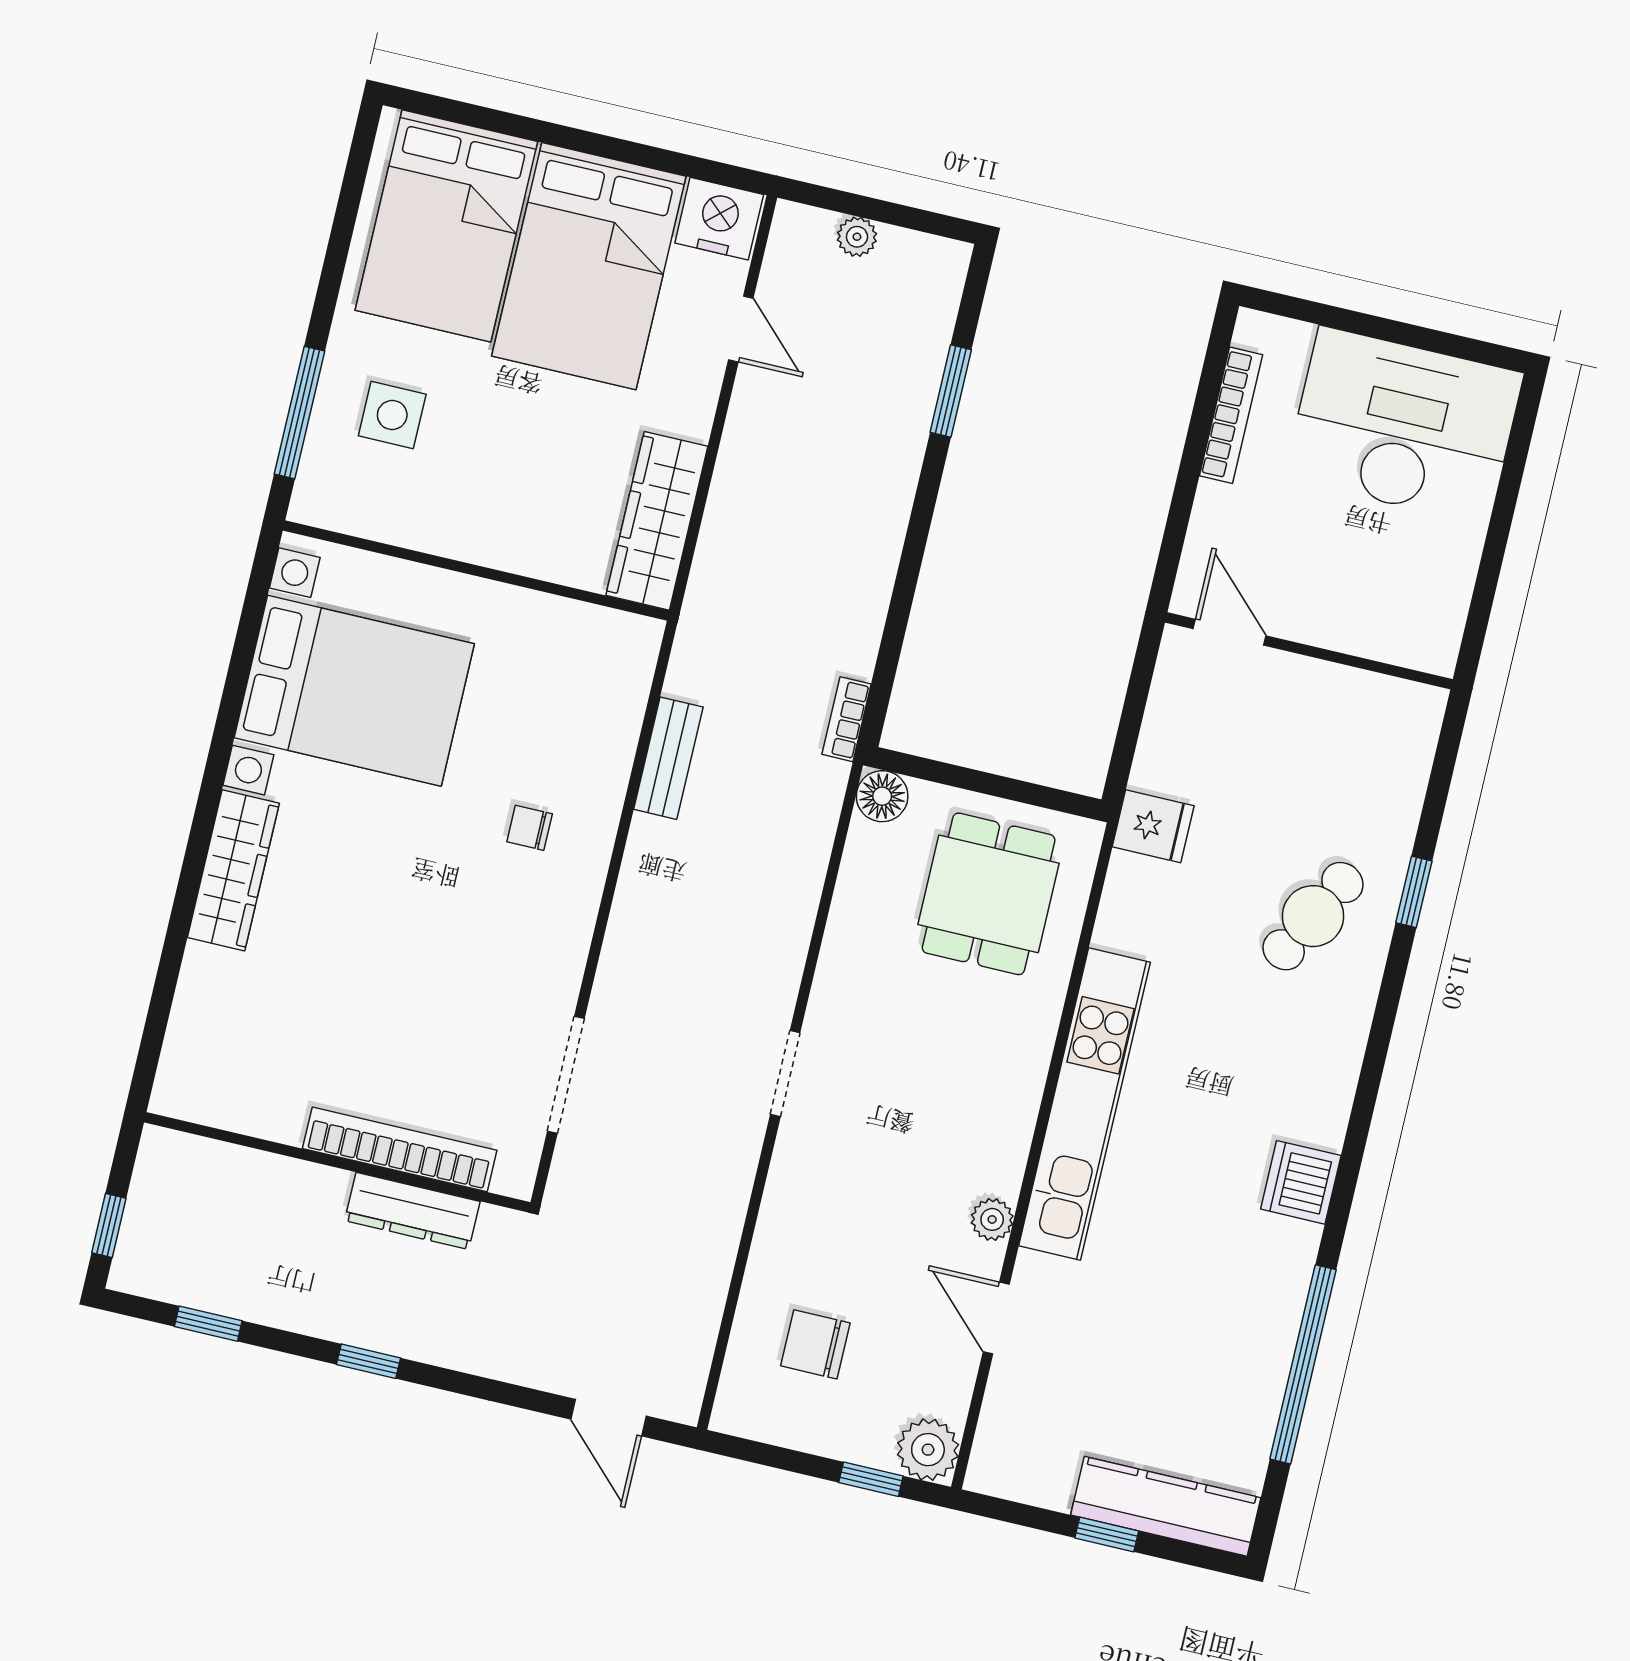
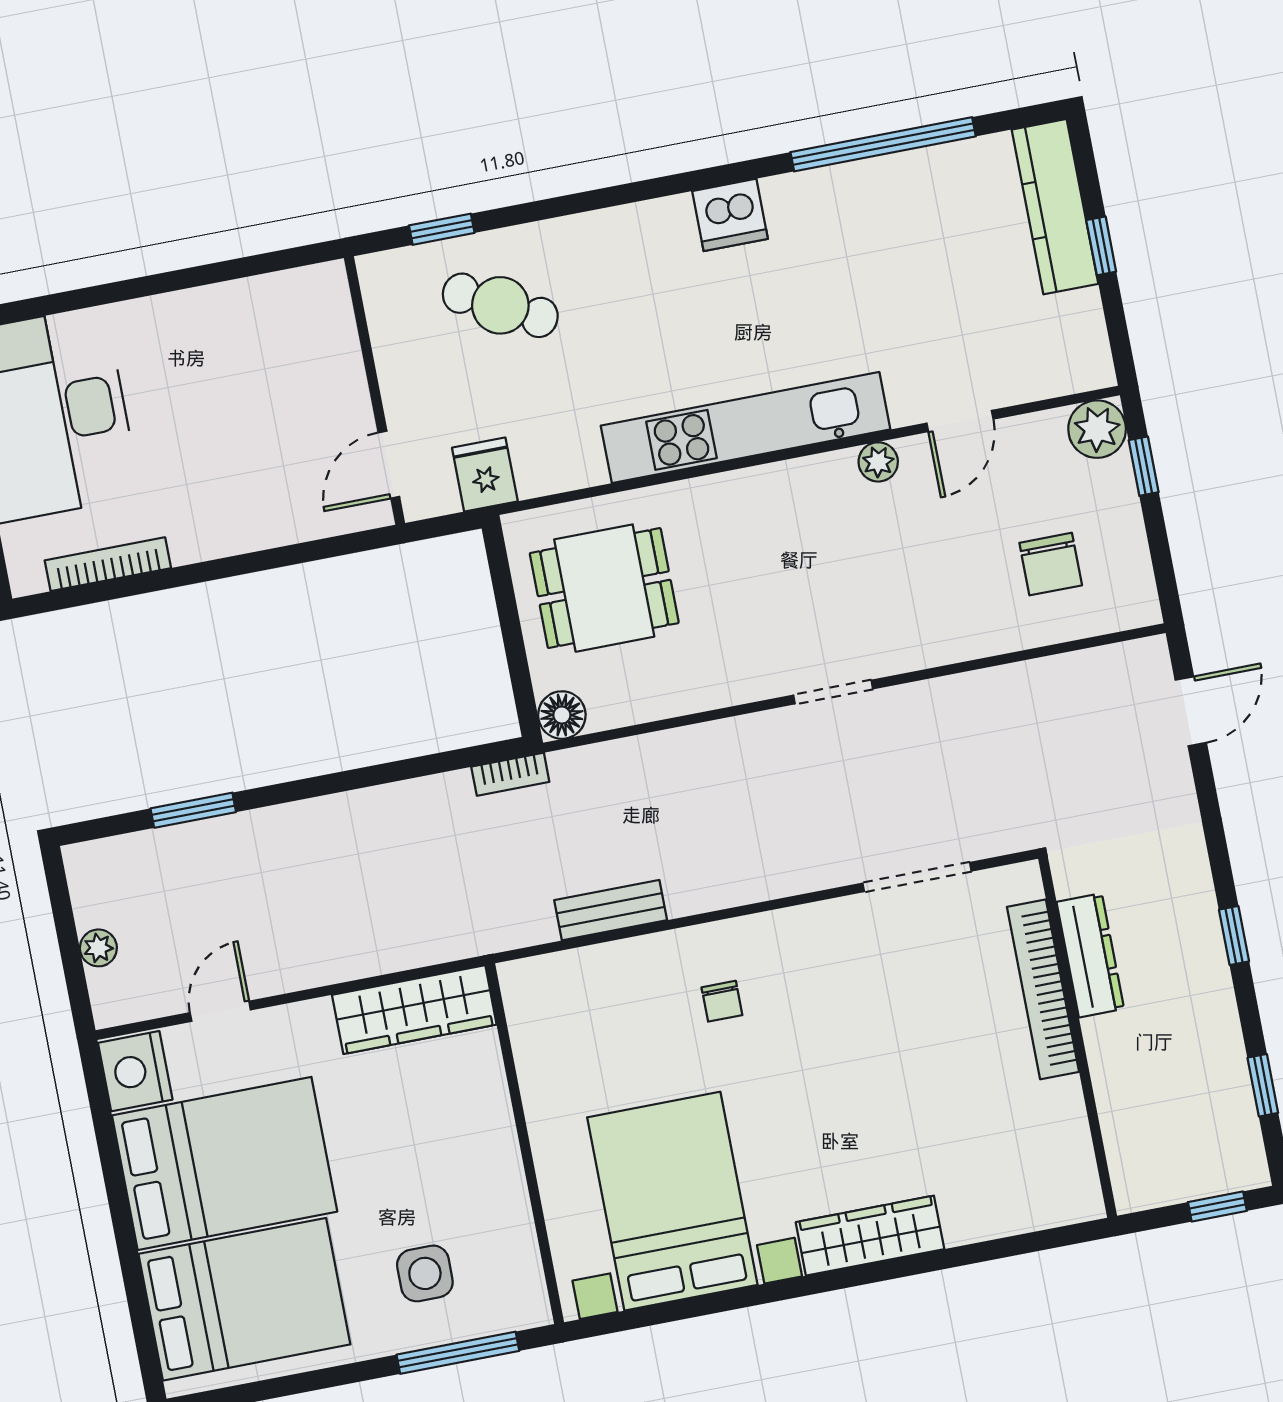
door: (1230, 632) -> (389, 465), moved
wall: (1309, 651) -> (375, 391), moved

